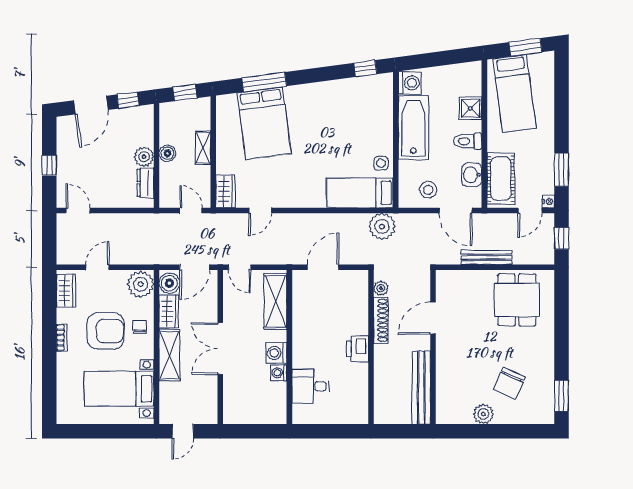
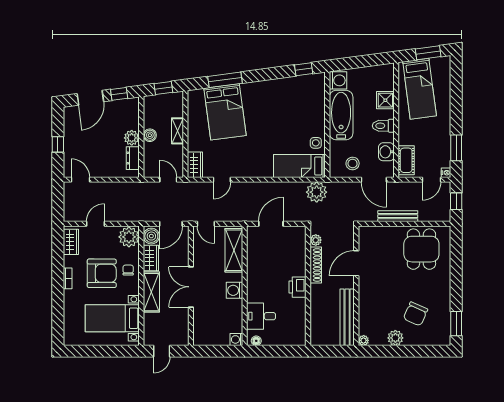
cot: (501, 179) -> (406, 160), width x0.73, depth x0.75
washing machine: (279, 373) -> (236, 339), moved
plant: (442, 417) -> (364, 340), added
floor lamp: (304, 418) -> (256, 341), added

